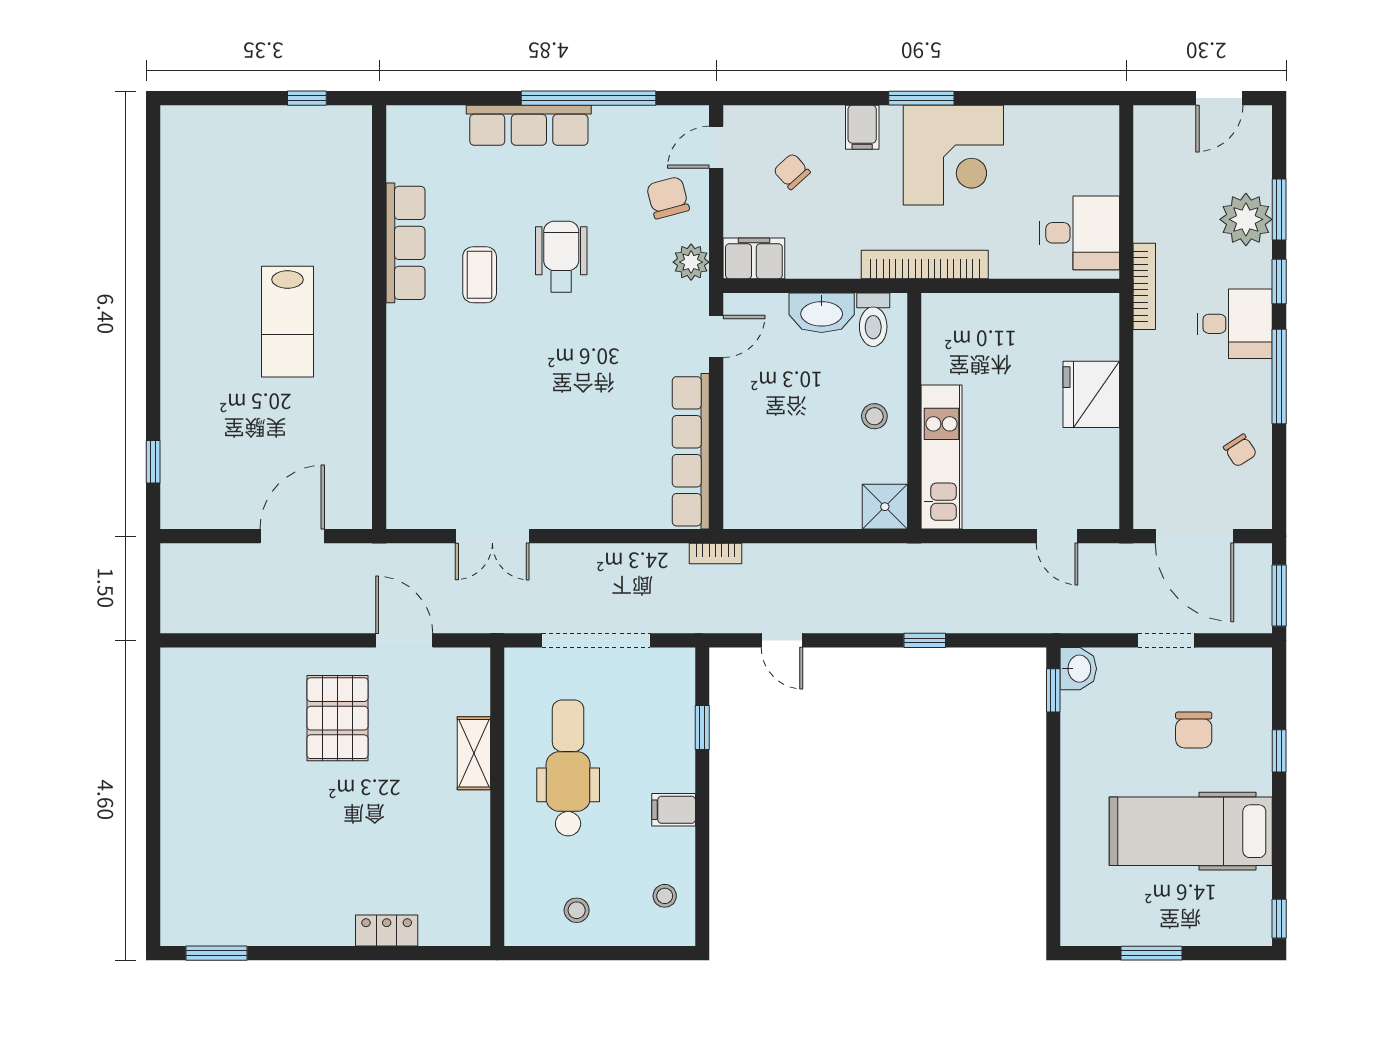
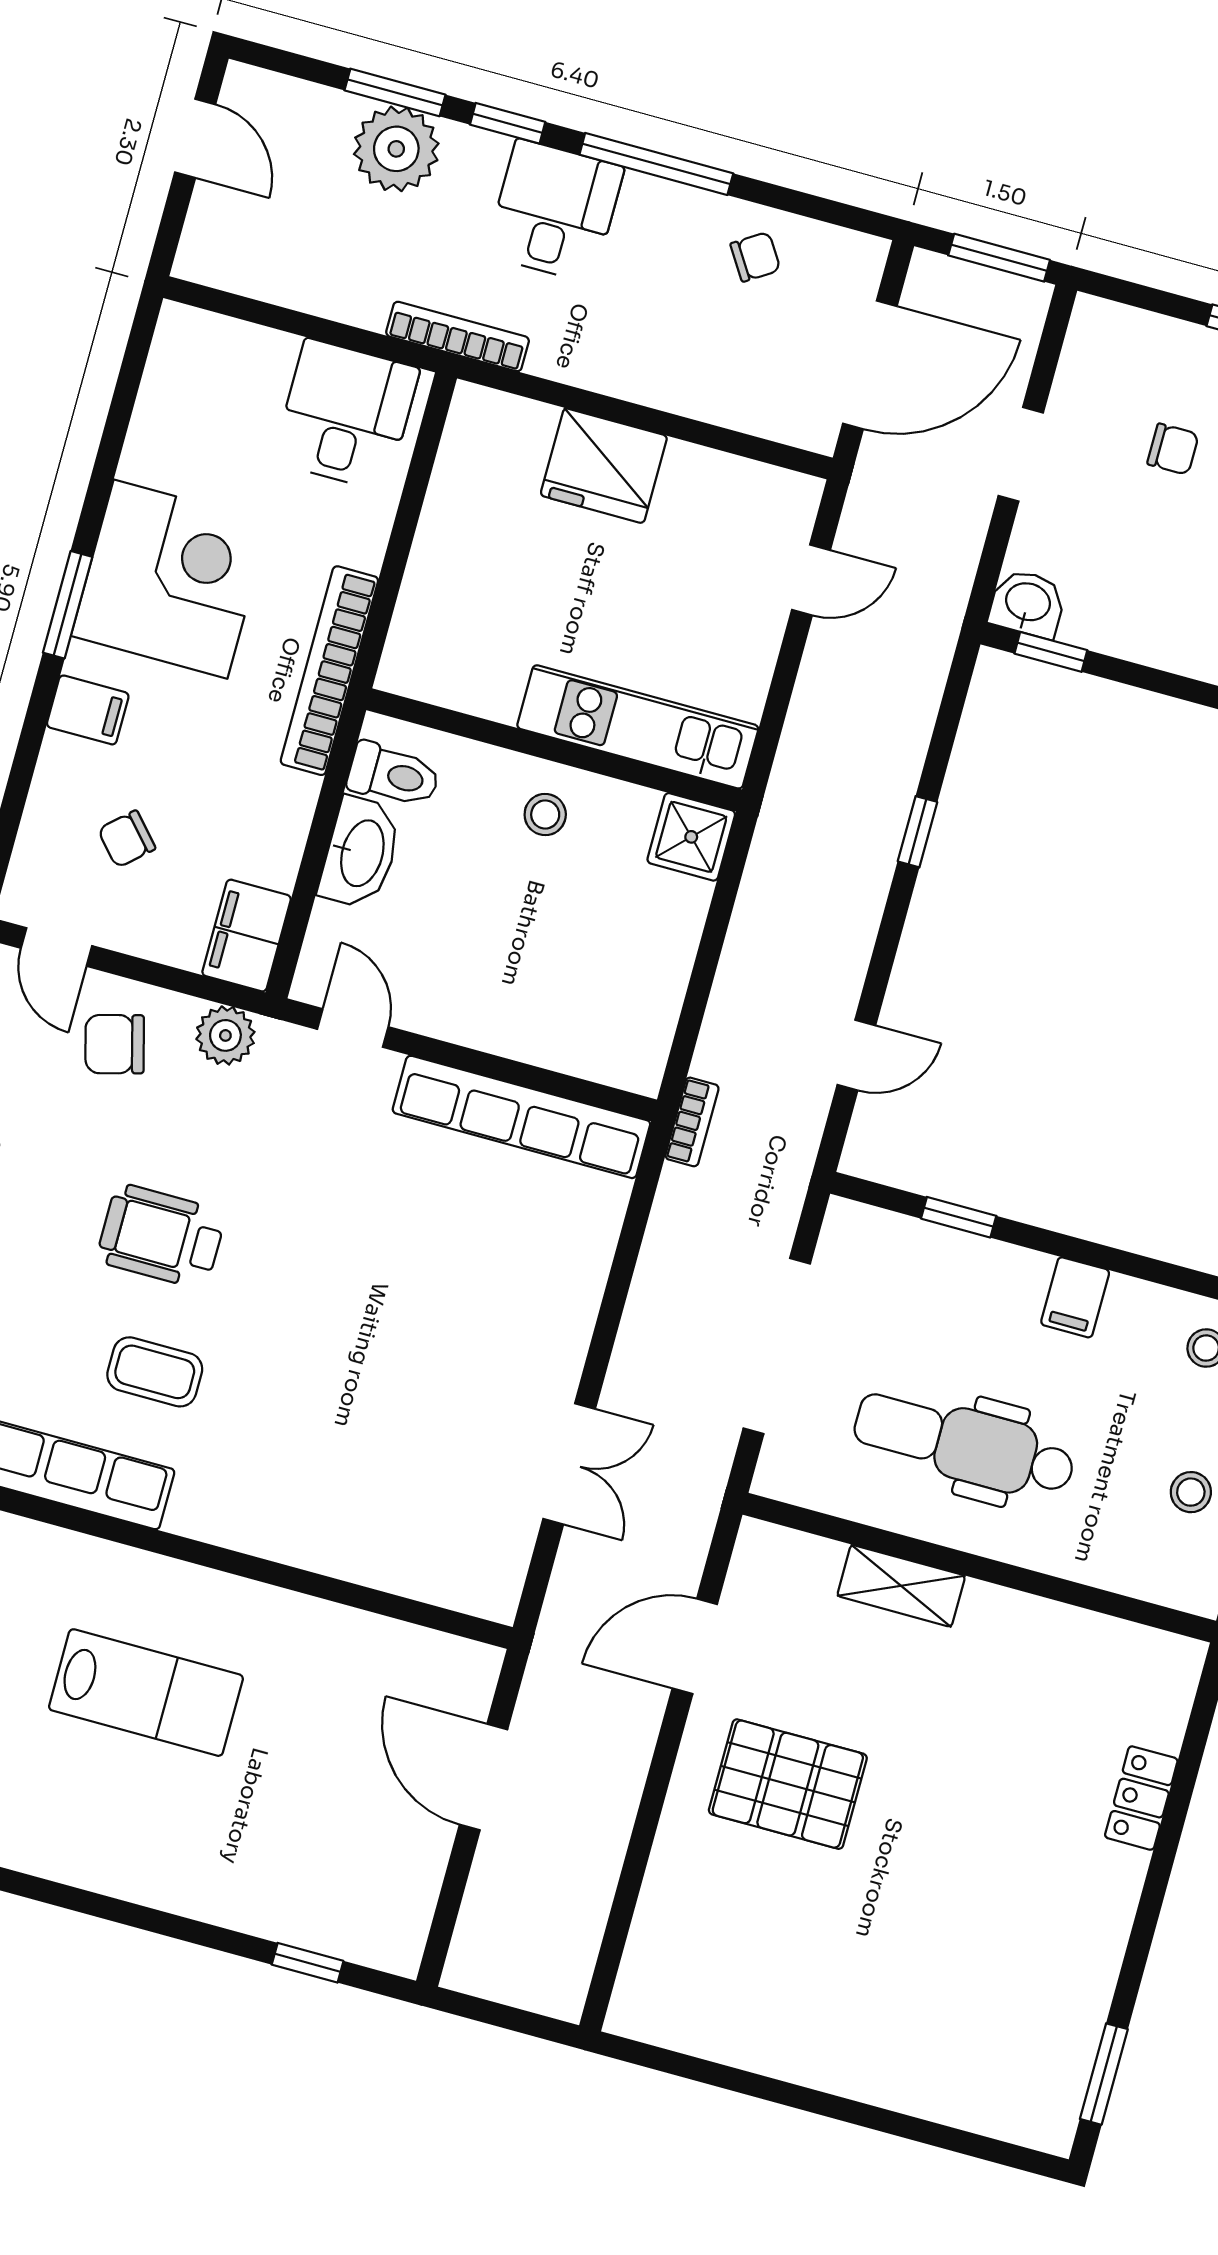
chair: (1194, 730) -> (1173, 449), width x0.73, depth x0.73

